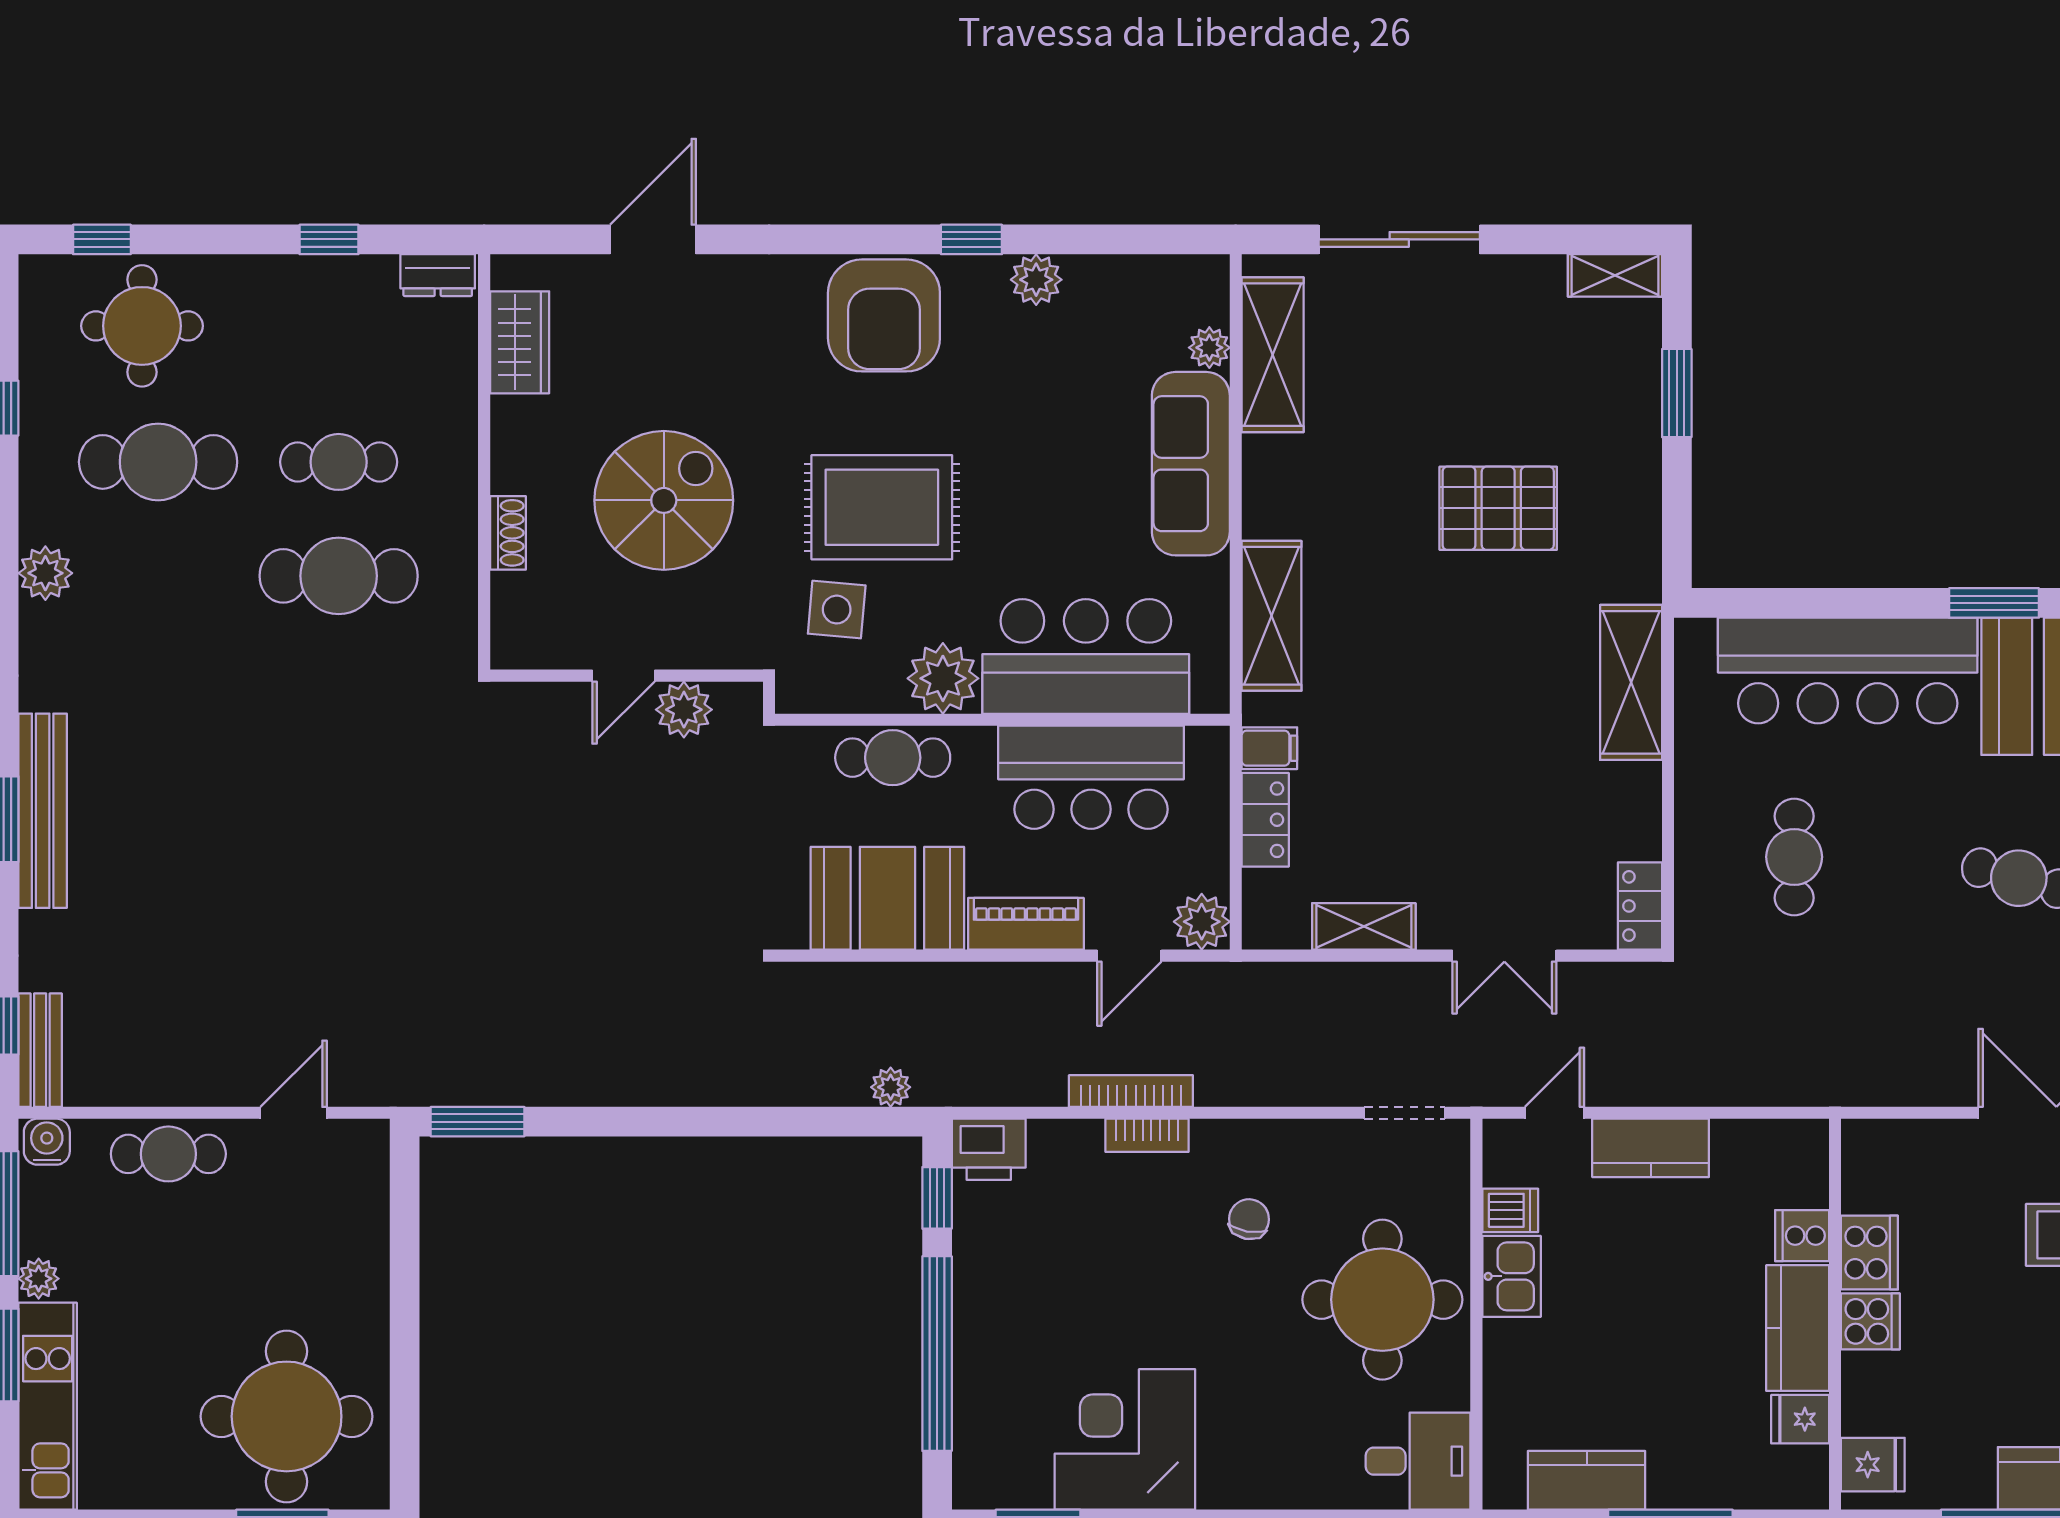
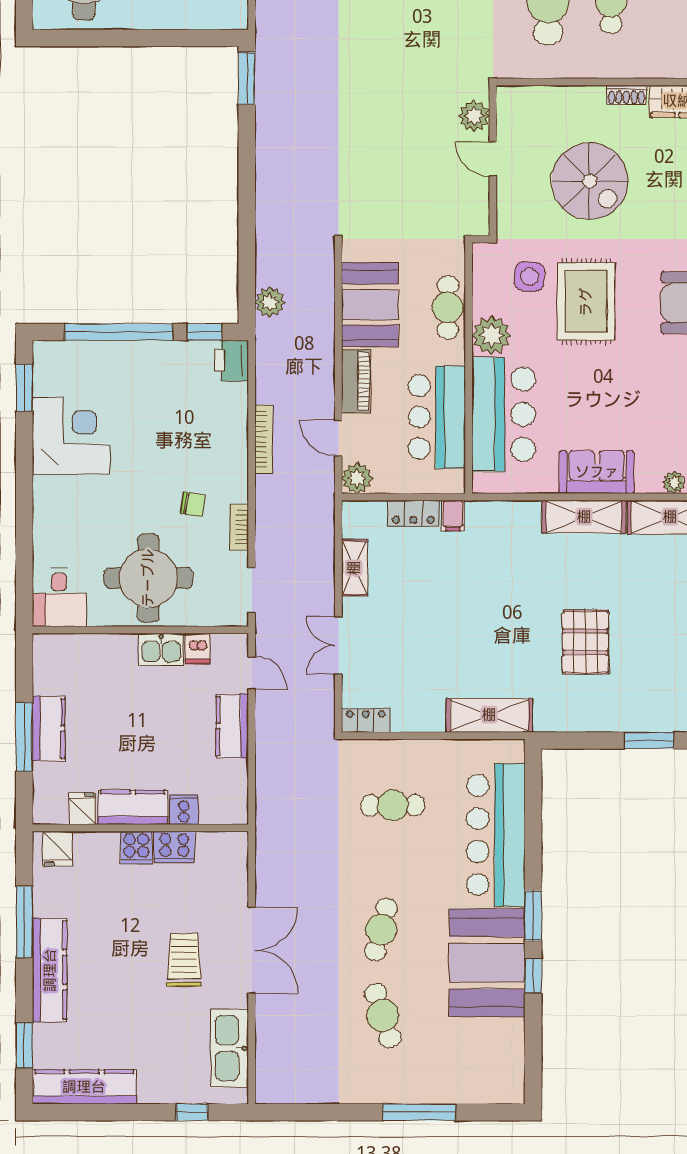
sofa: (1191, 464) -> (597, 472), width x0.73
shoe rack: (508, 533) -> (626, 95), moved
shelving: (1272, 616) -> (584, 517), moved
plant: (684, 710) -> (474, 116), moved
plant: (891, 1087) -> (270, 302), width x1.38, depth x1.38
bookcase: (1147, 1135) -> (239, 527), moved
kitchen counter: (1587, 1480) -> (49, 728), moved

